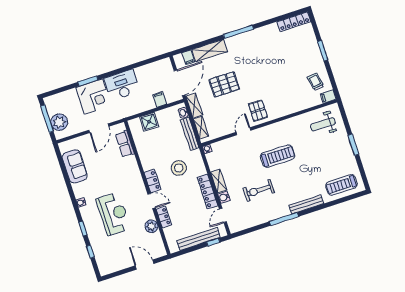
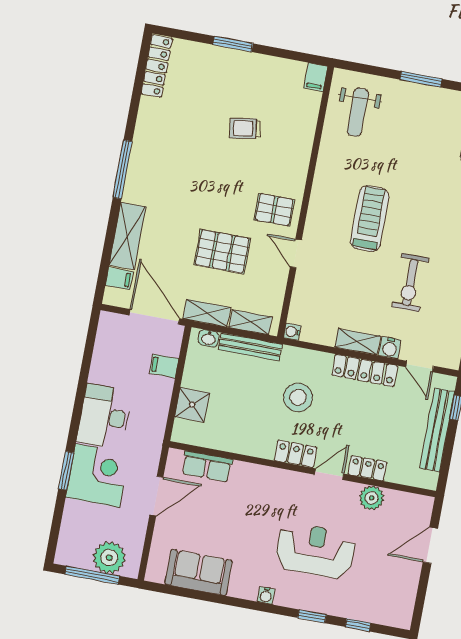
trolley: (316, 82) -> (245, 128), moved
pallet: (224, 84) -> (222, 252), moved, turned 90
door: (99, 128) -> (156, 496), hinge flipped

